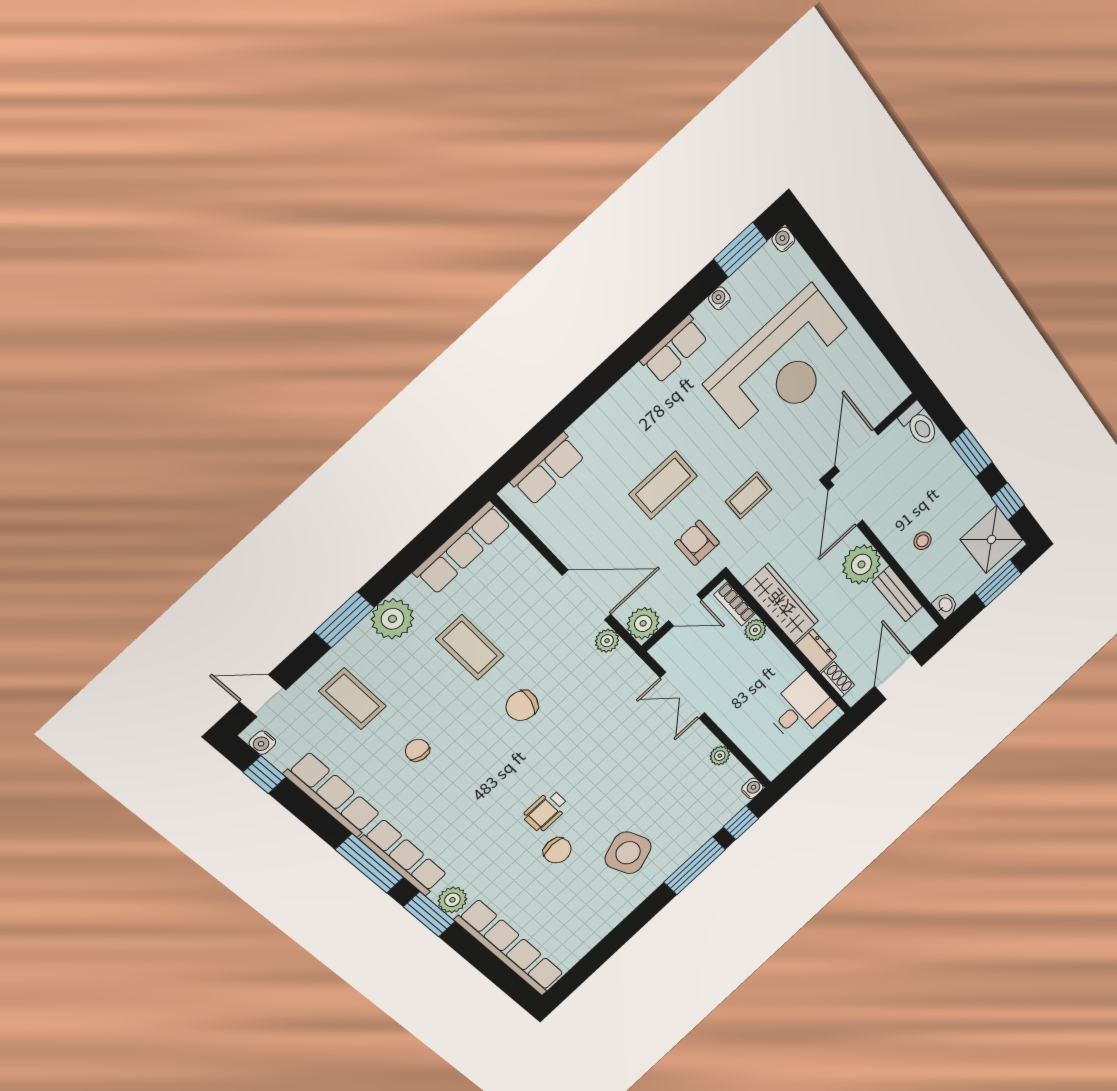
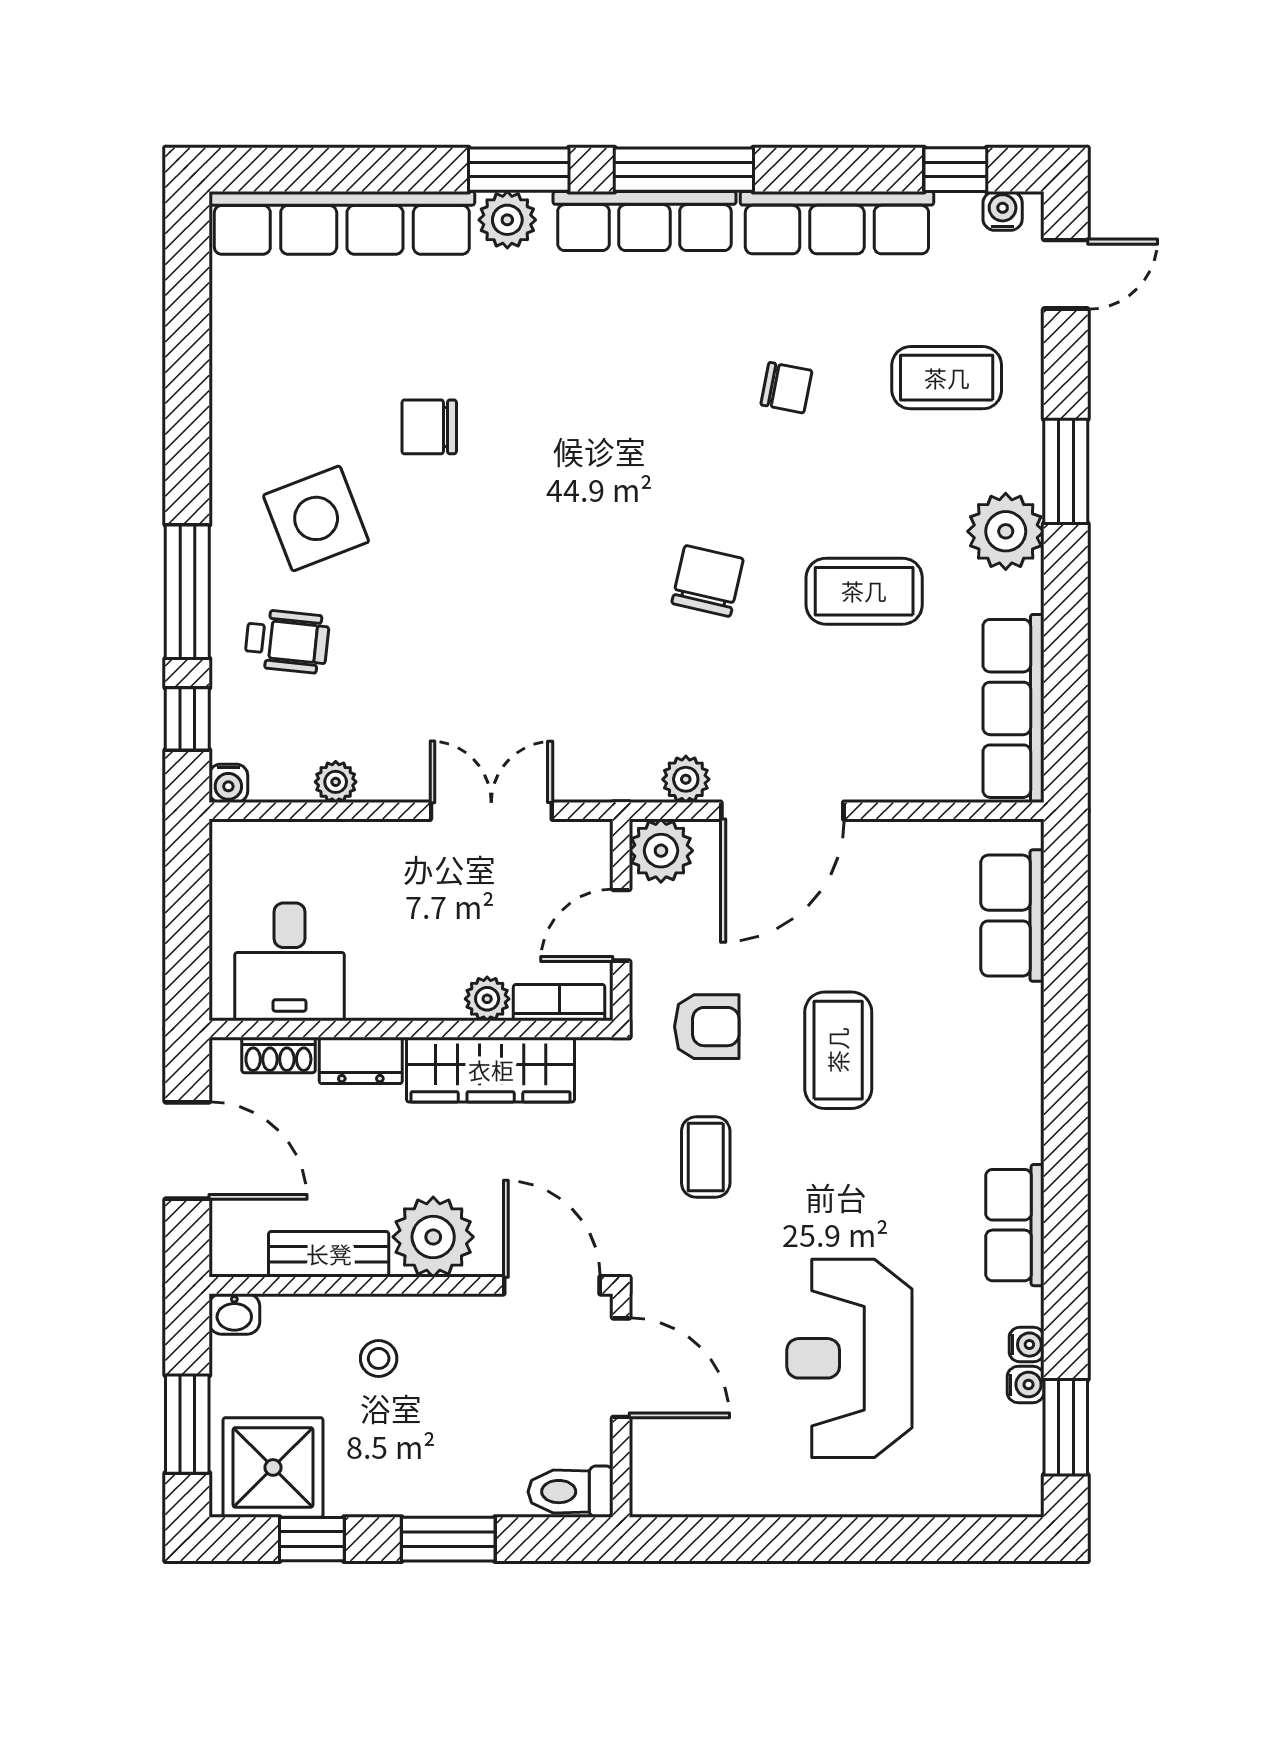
water cooler: (783, 239) -> (1026, 1385), moved
reception desk: (783, 366) -> (849, 1358), width x0.74, depth x0.77
wheelchair: (546, 811) -> (287, 641), moved, turned 96

